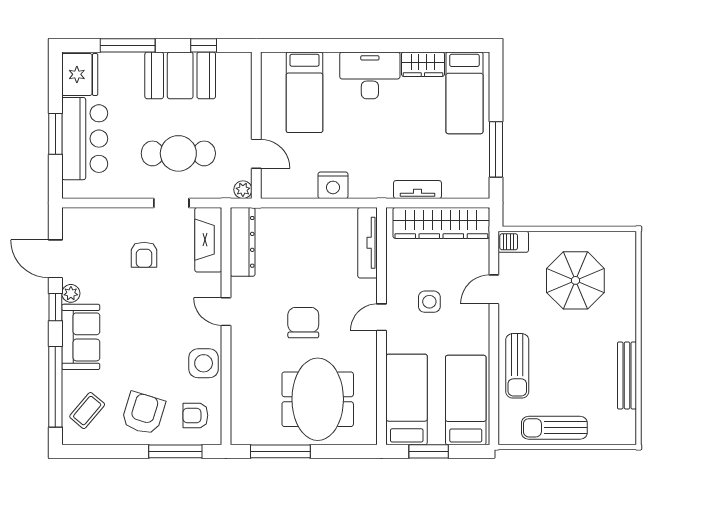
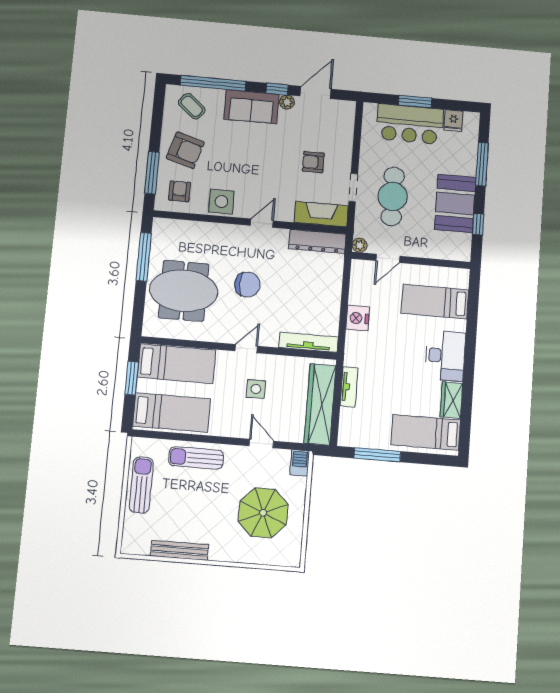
fridge: (80, 74) -> (453, 121), width x0.53, depth x0.75
door: (382, 317) -> (246, 349), hinge flipped

